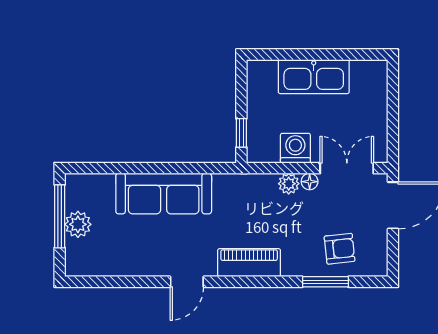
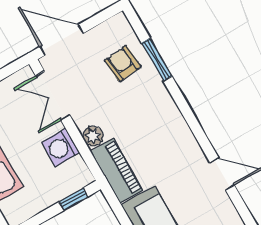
floor lamp: (310, 182) -> (81, 120), removed
piano: (249, 263) -> (117, 171), moved, turned 180

